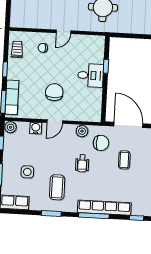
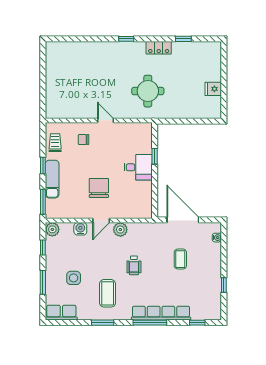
door: (63, 32) -> (105, 120), swing flipped
exam couch: (12, 97) -> (52, 179), moved
plant: (82, 131) -> (120, 230), moved
chair: (101, 143) -> (154, 242), removed

